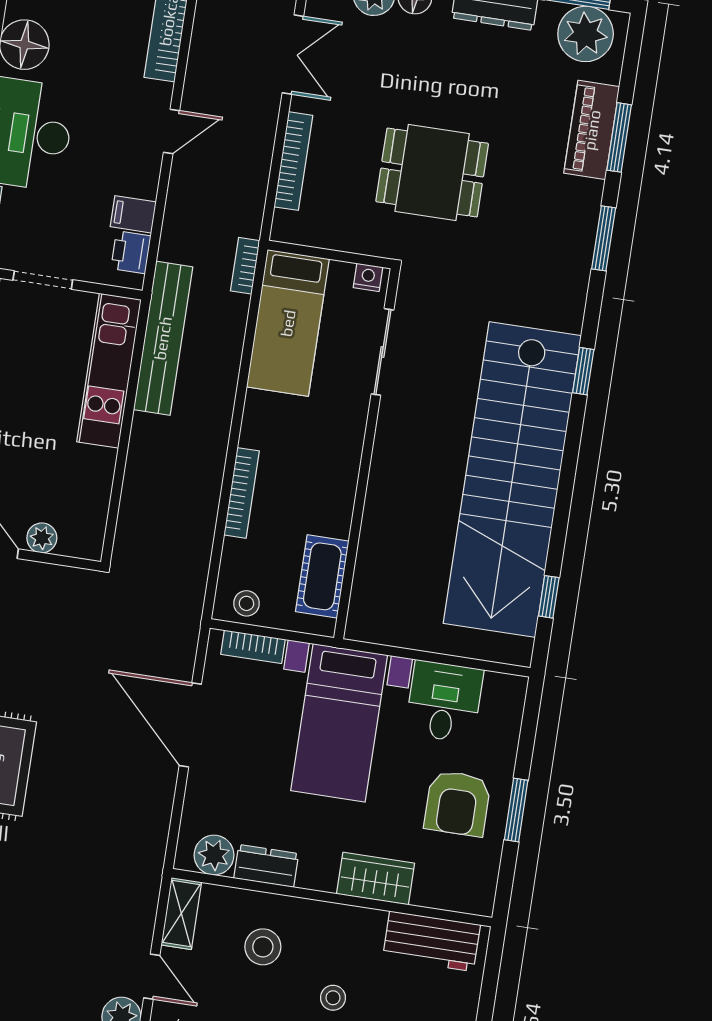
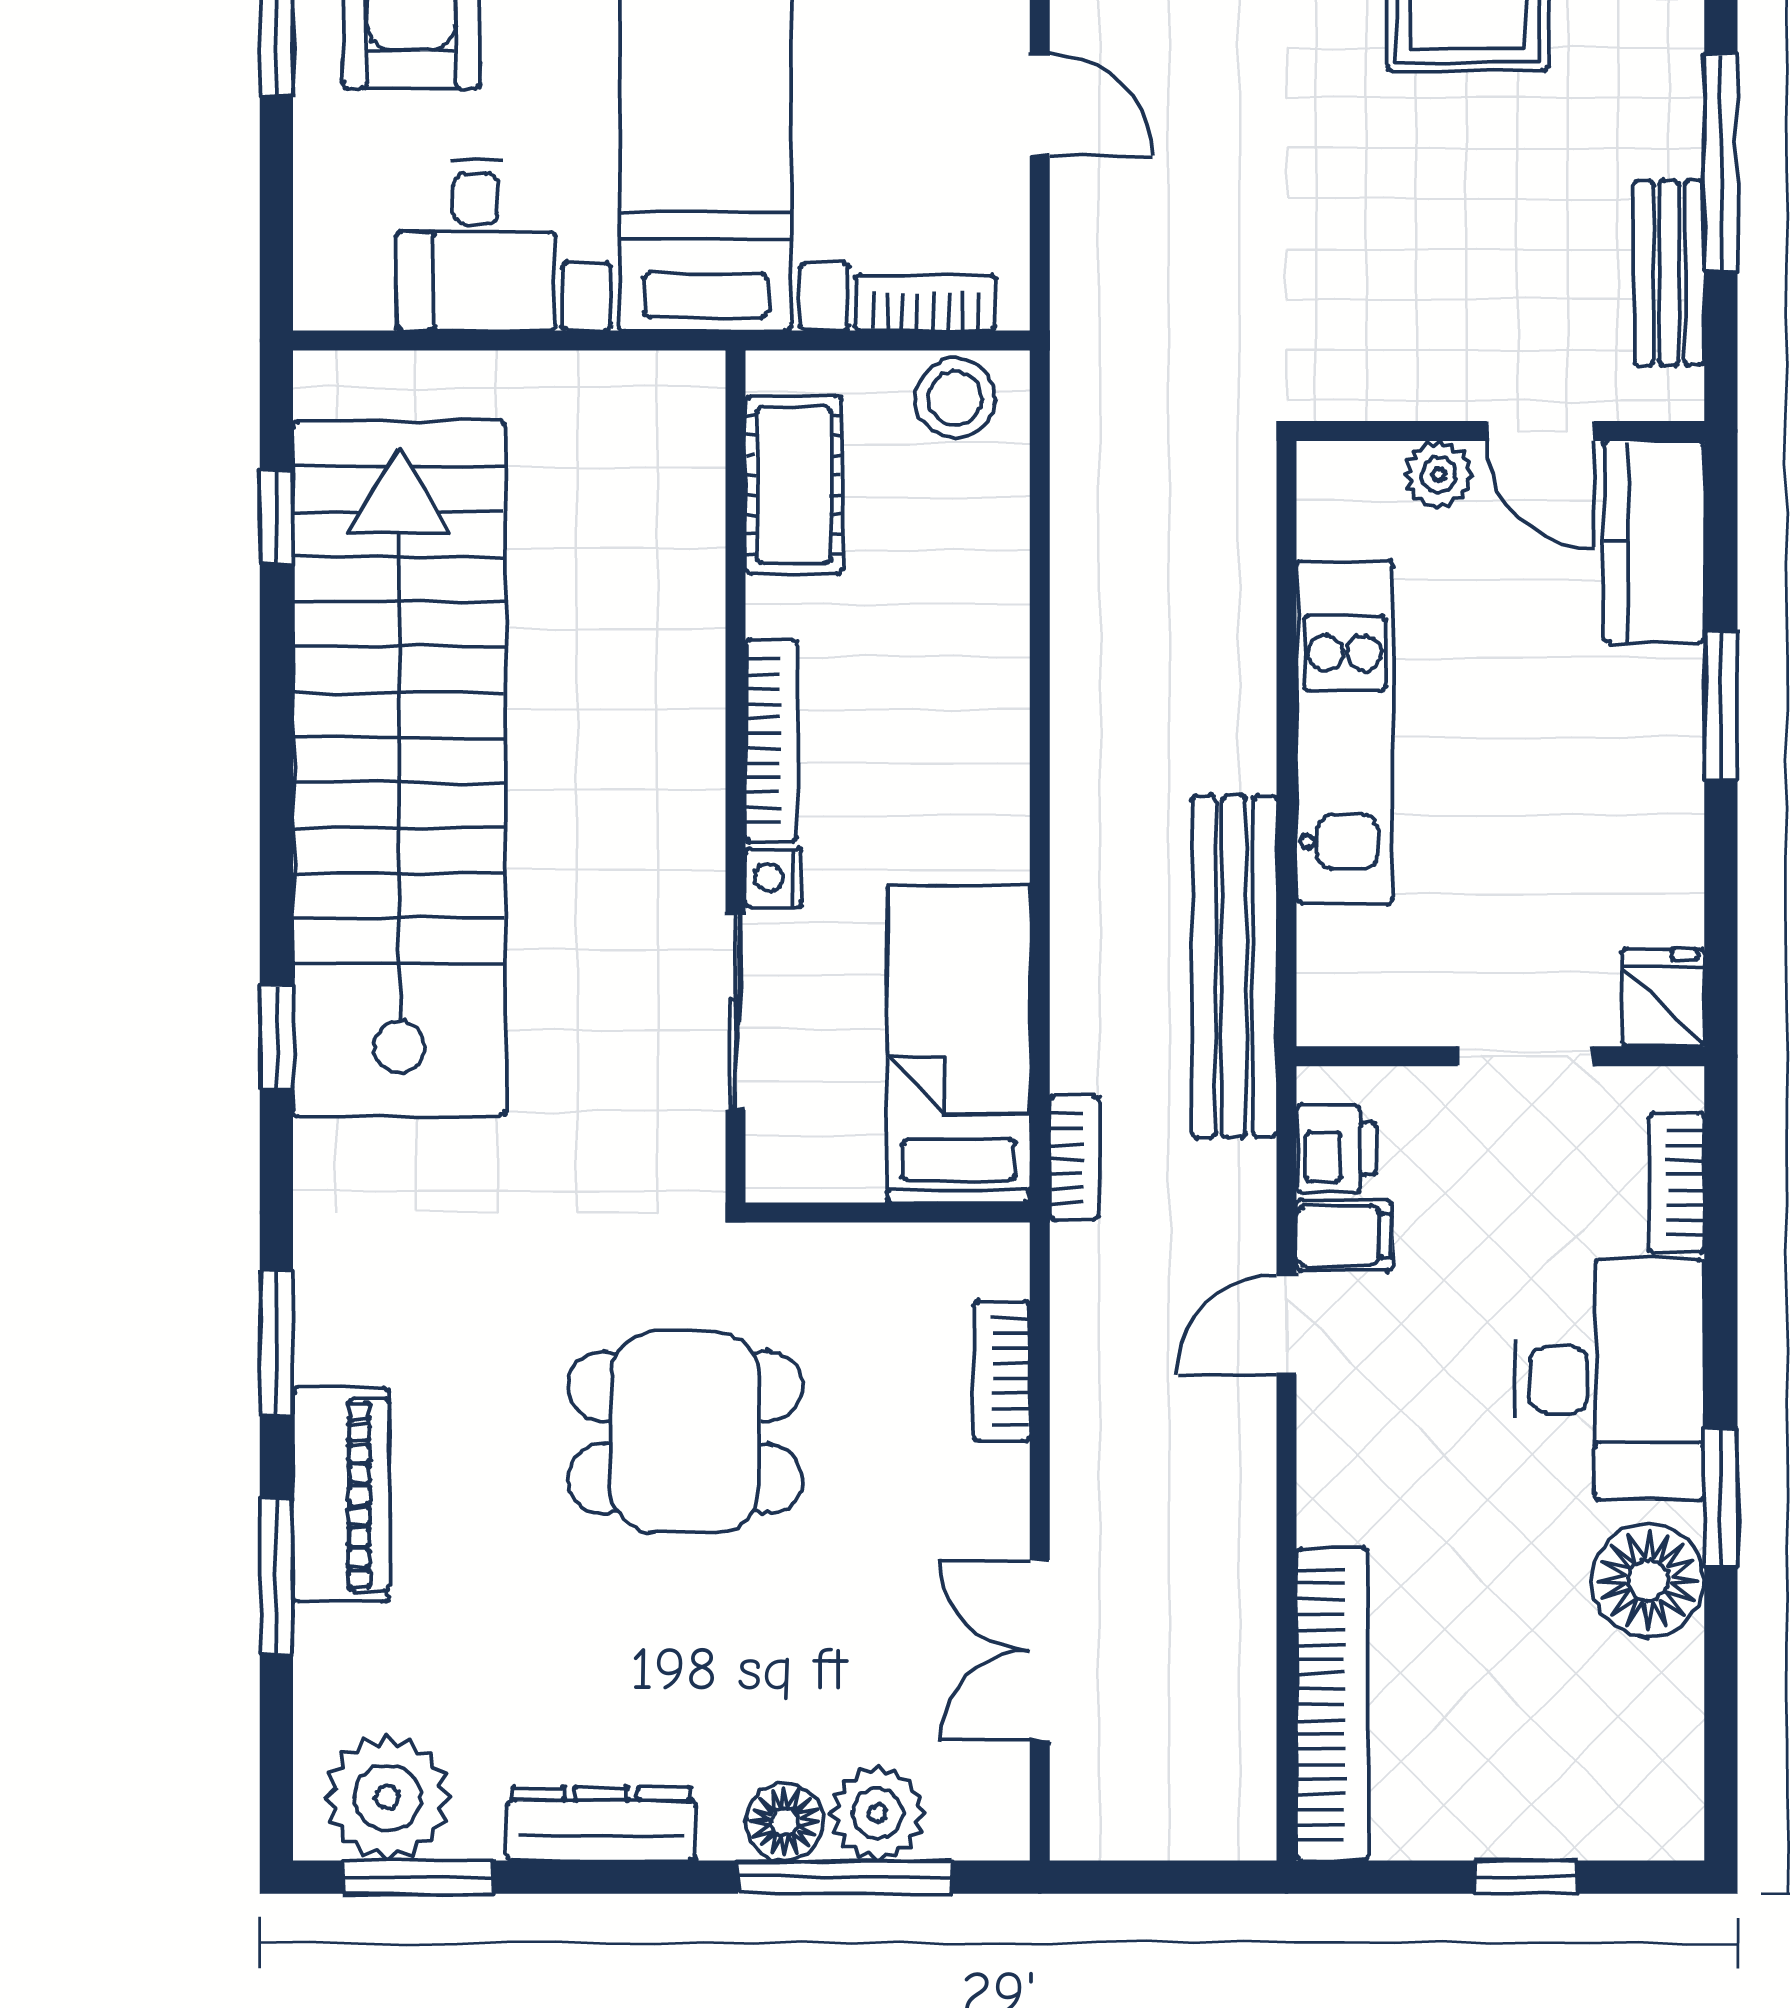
piano: (592, 130) -> (341, 1495), moved
door: (171, 131) -> (1287, 1324), moved
bookcase: (293, 161) -> (1002, 1371), width x0.64
nightstand: (368, 277) -> (774, 878), moved, turned 90
kitchen unit: (109, 371) -> (1345, 732), moved
bookcase: (242, 493) -> (771, 741), moved, turned 180
stool: (246, 603) -> (955, 398), width x1.37, depth x1.37
door: (190, 725) -> (1040, 105), width x0.53

